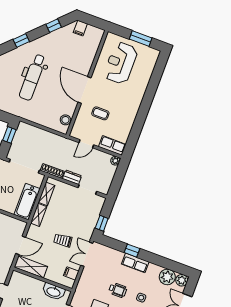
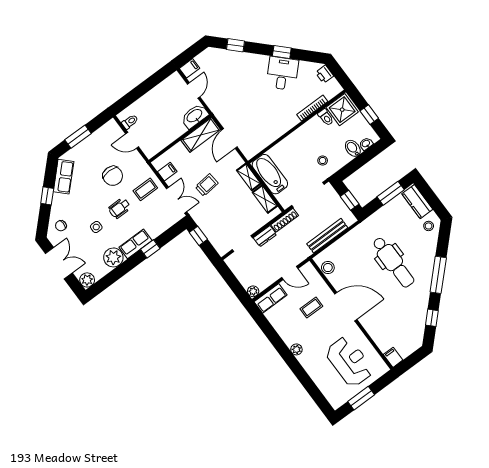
filing cabinet: (80, 28) -> (393, 357), moved
window: (21, 40) -> (438, 275), width x2.17
dental chair: (32, 77) -> (393, 262), turned 180
plant: (136, 105) -> (296, 349), added
bench: (44, 135) -> (327, 236), added
door: (86, 144) -> (290, 273), swing flipped
plant: (167, 277) -> (113, 257), moved
coffee table: (93, 281) -> (145, 189), added
washbasin: (54, 292) -> (195, 116), moved

